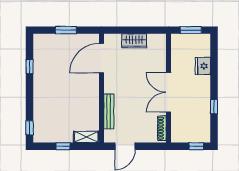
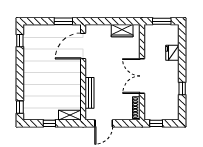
window: (66, 30) -> (63, 21), moved
wardrobe: (134, 41) -> (122, 31), moved
window: (30, 67) -> (20, 41), moved
window: (196, 146) -> (156, 123), moved

